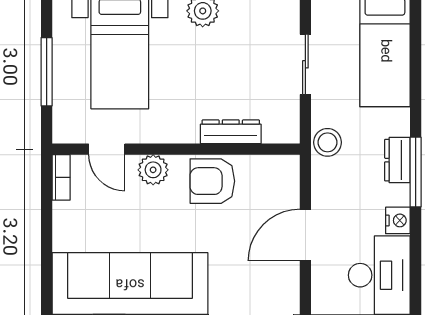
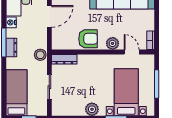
dresser: (231, 132) -> (64, 59), moved

